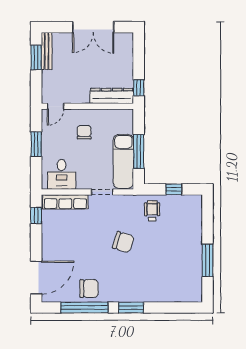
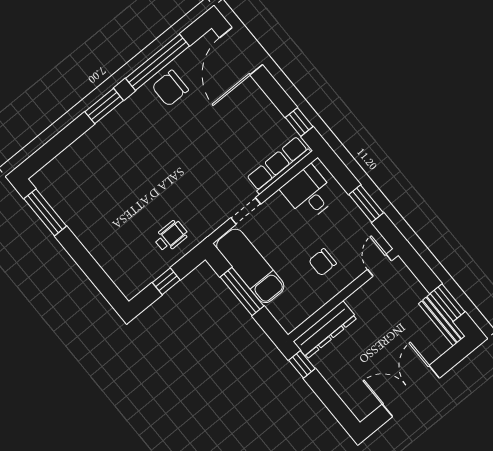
chair: (84, 132) -> (322, 262), turned 90
wheelchair: (152, 211) -> (171, 236), turned -90
chair: (123, 242) -> (175, 173), removed
window: (207, 260) -> (45, 212), moved

